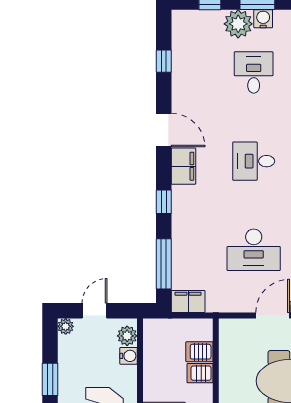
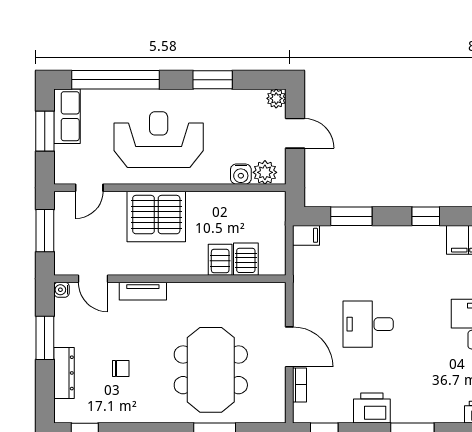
desk: (254, 250) -> (368, 324), width x0.73
window: (164, 264) -> (351, 216), width x0.69
filing cabinet: (188, 302) -> (306, 235), width x0.50

